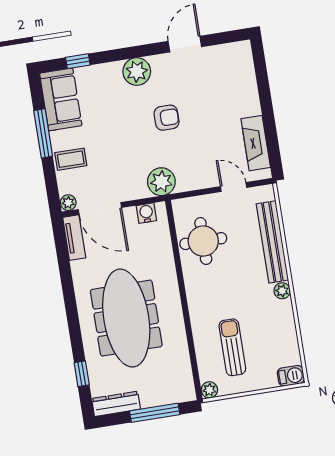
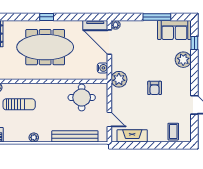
plant: (137, 72) -> (183, 60), moved
coffee table: (71, 159) -> (173, 132), moved
door: (234, 187) -> (109, 119), hinge flipped
door: (100, 208) -> (109, 42), hinge flipped
plant: (282, 291) -> (34, 137), moved
window: (82, 374) -> (47, 17), moved

